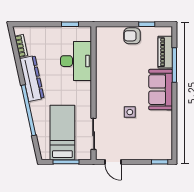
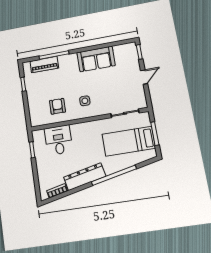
armchair: (132, 36) -> (57, 106), moved, turned 180
desk: (76, 61) -> (59, 140), width x0.73
sofa: (161, 90) -> (96, 59), moved
side table: (130, 112) -> (85, 101), moved
door: (113, 162) -> (144, 77), moved

